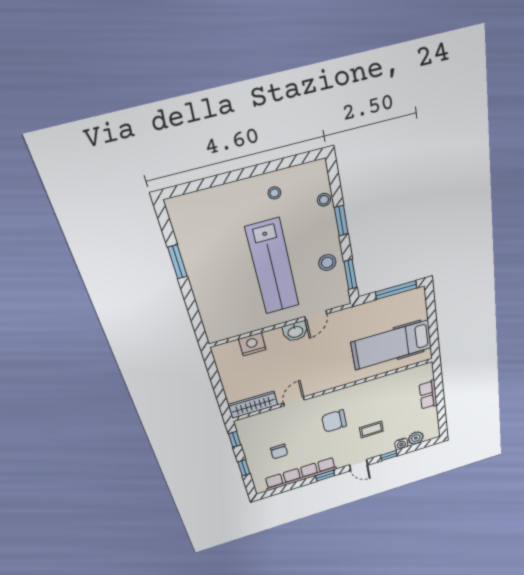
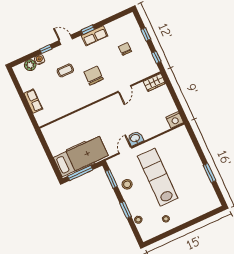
nightstand: (252, 344) -> (175, 120), moved
hospital bed: (392, 345) -> (81, 157), moved
wardrobe: (253, 405) -> (154, 82), width x0.67
chair: (334, 421) -> (94, 76), turned -90
row of seats: (301, 474) -> (95, 36), width x0.50

